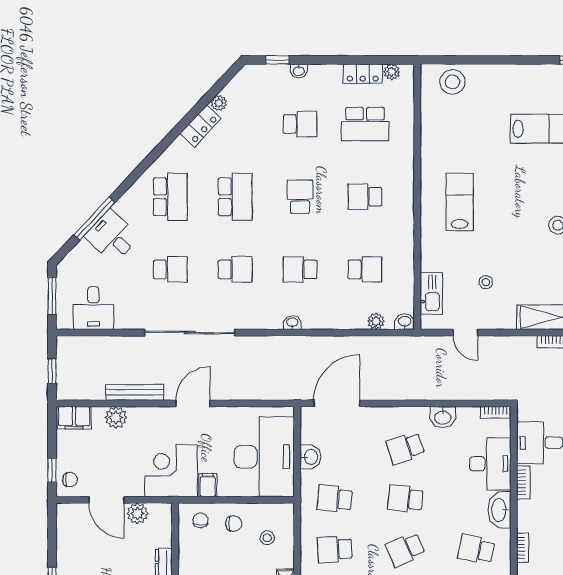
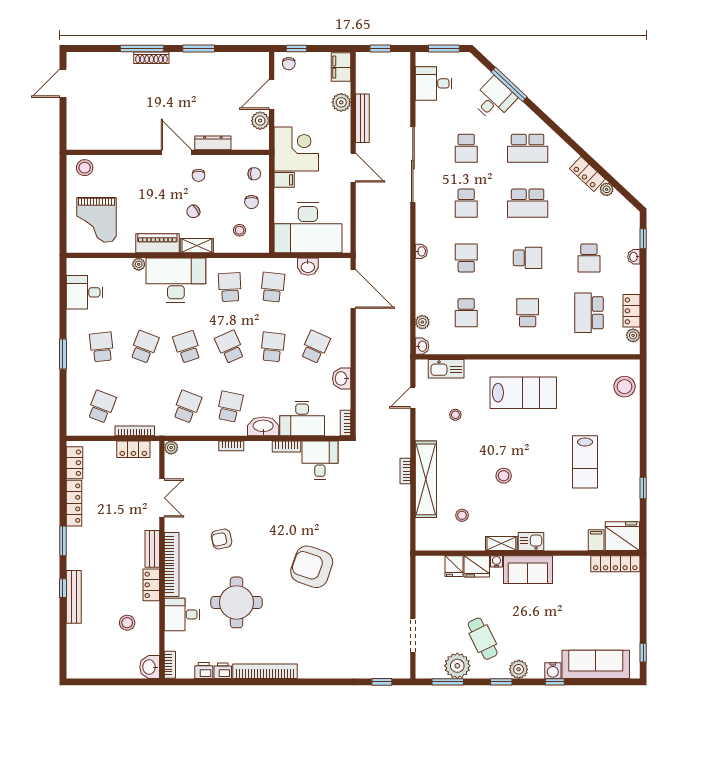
lab bench: (460, 202) -> (523, 393), width x1.36, depth x1.39
school desk: (405, 448) -> (315, 347), turned 42

